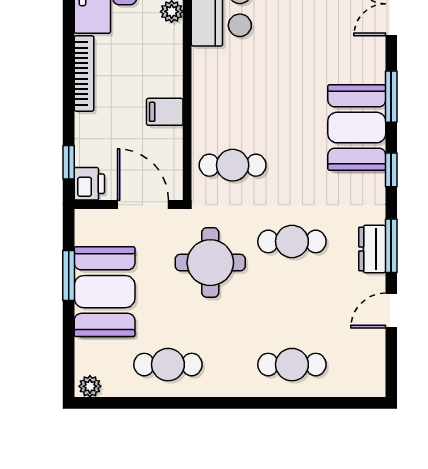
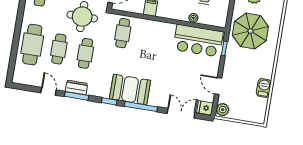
window: (391, 97) -> (141, 107), width x1.44
cafe table: (292, 303) -> (59, 49), added
cafe table: (292, 365) -> (32, 45), width x1.37, depth x1.35

